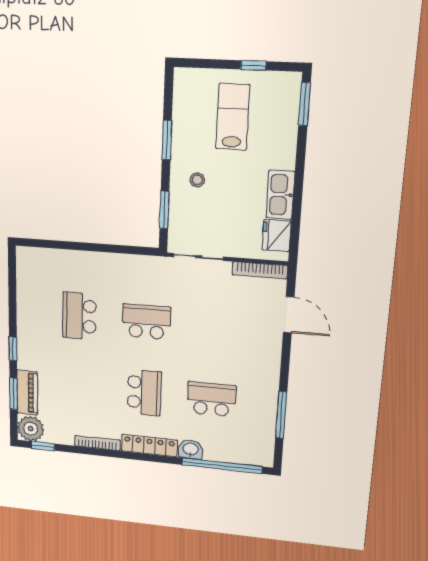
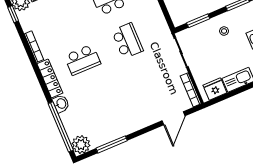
school desk: (211, 399) -> (100, 100), removed
plant: (260, 453) -> (81, 145), added

